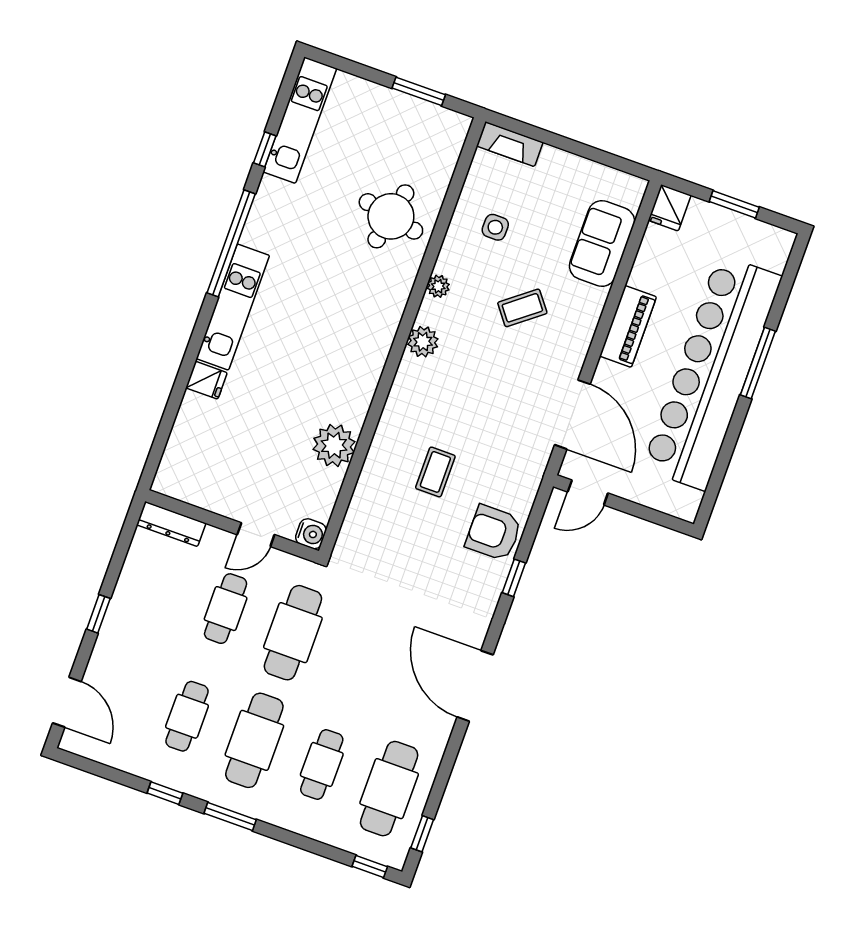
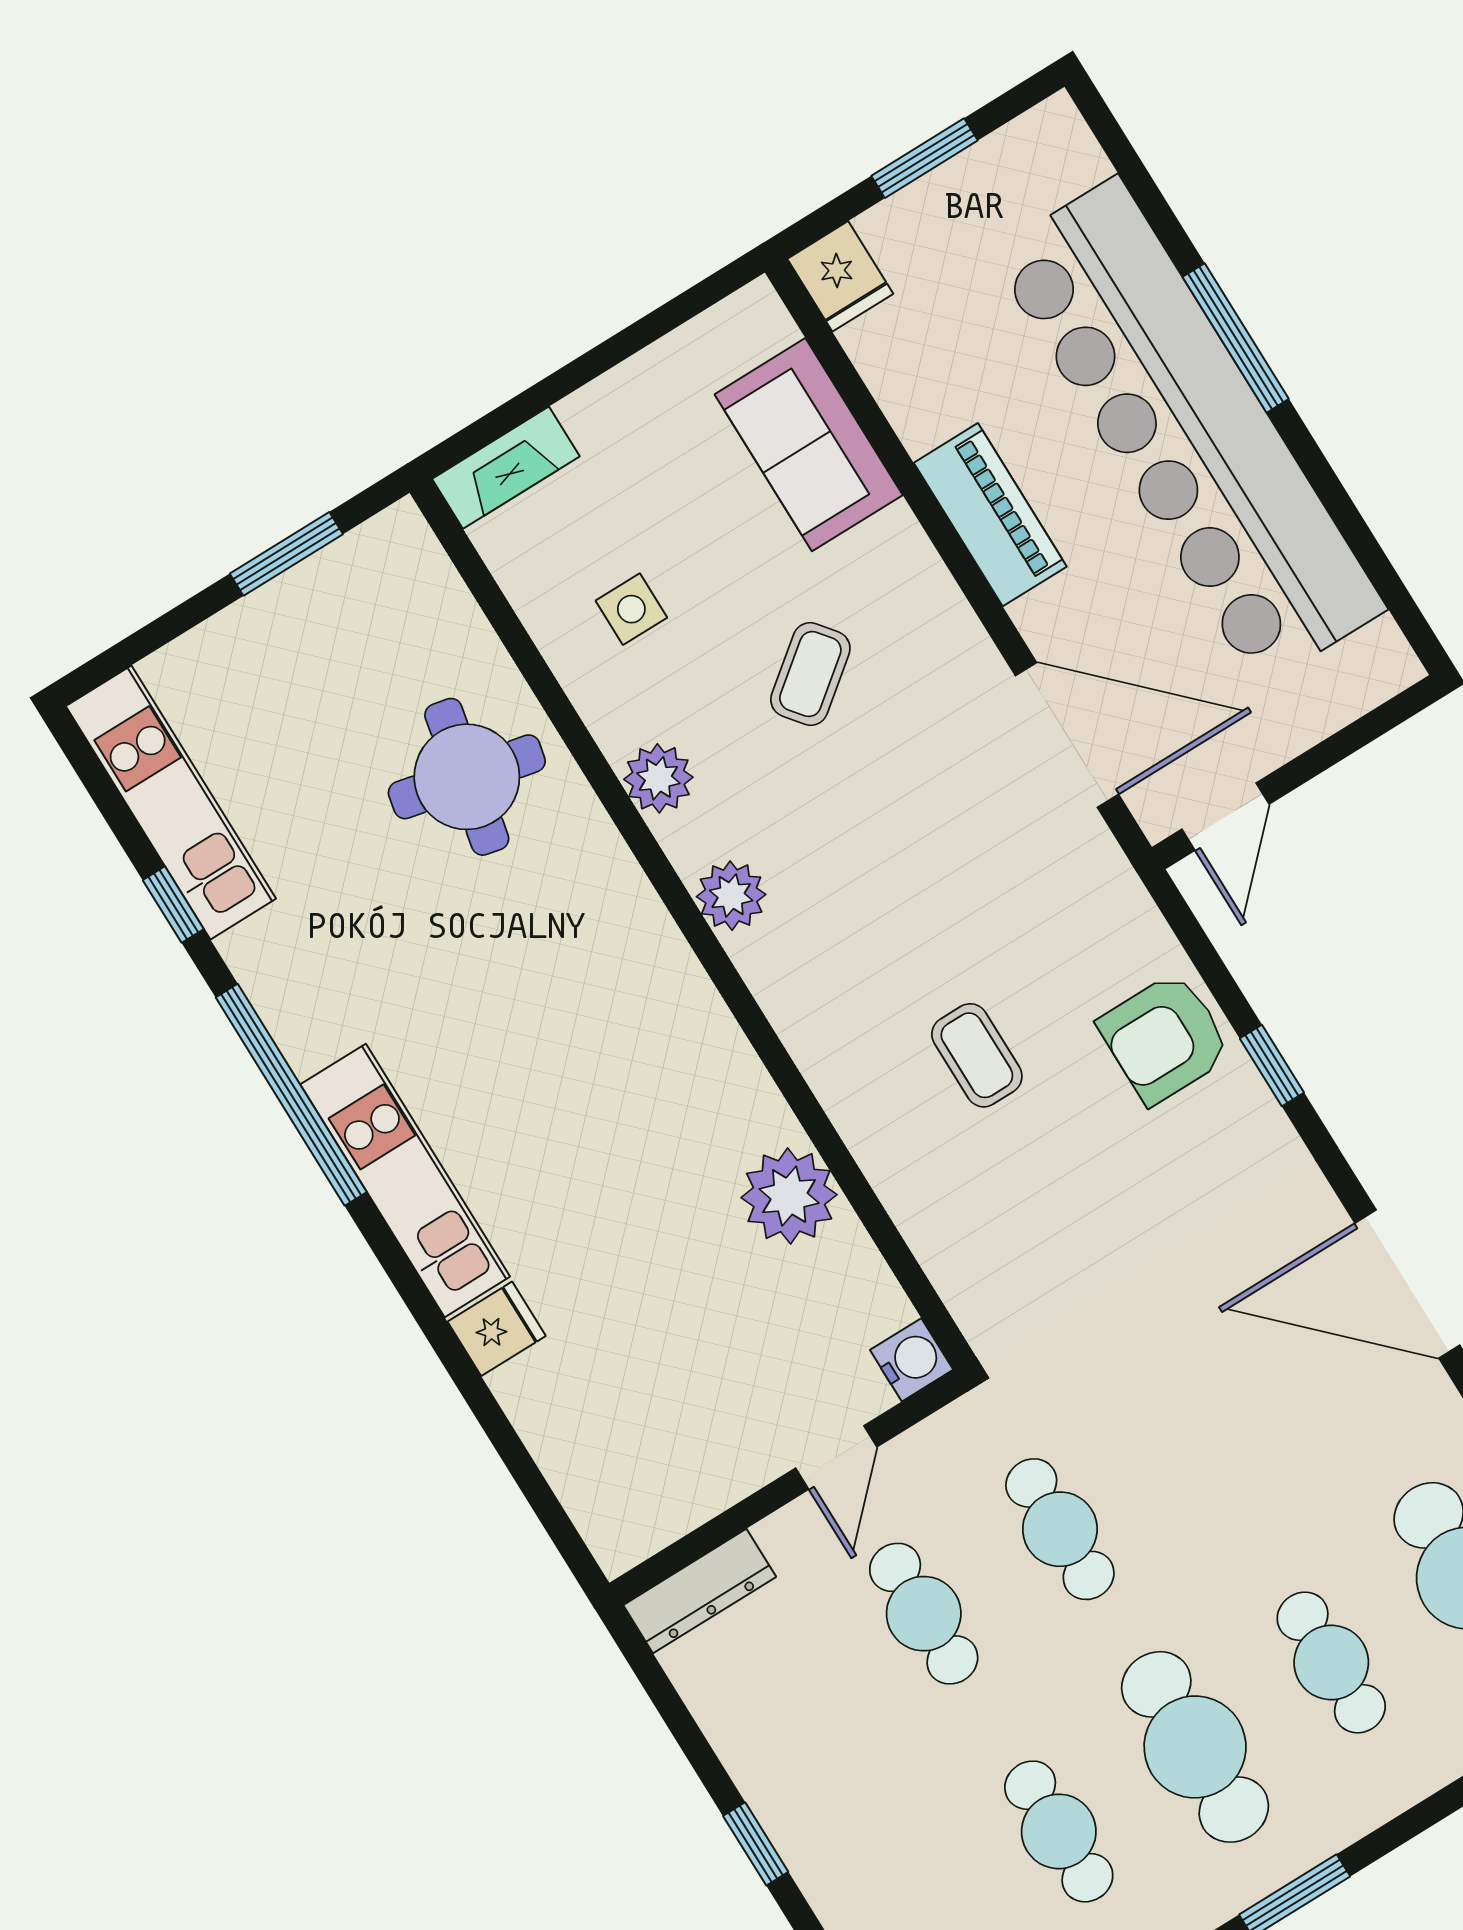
plant: (438, 286) -> (658, 778), width x1.38, depth x1.38
cafe table: (293, 633) -> (1060, 1529), width x0.73, depth x0.74

